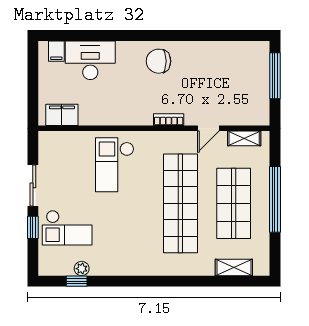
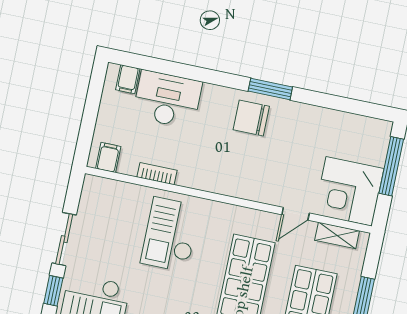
window: (169, 35) -> (270, 89), added
corner desk: (246, 102) -> (349, 191), added
filing cabinet: (62, 115) -> (108, 157), width x0.50
bookcase: (169, 120) -> (157, 174), moved

